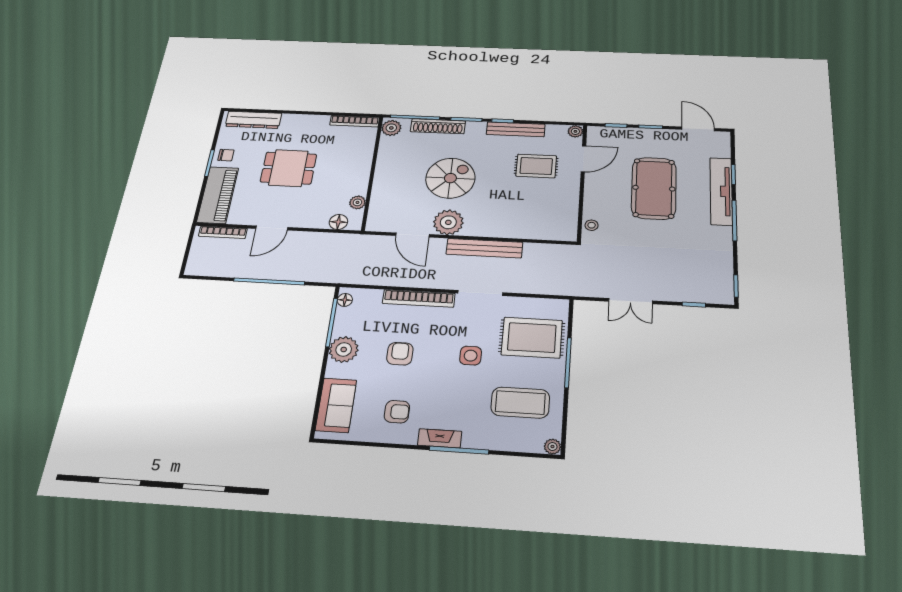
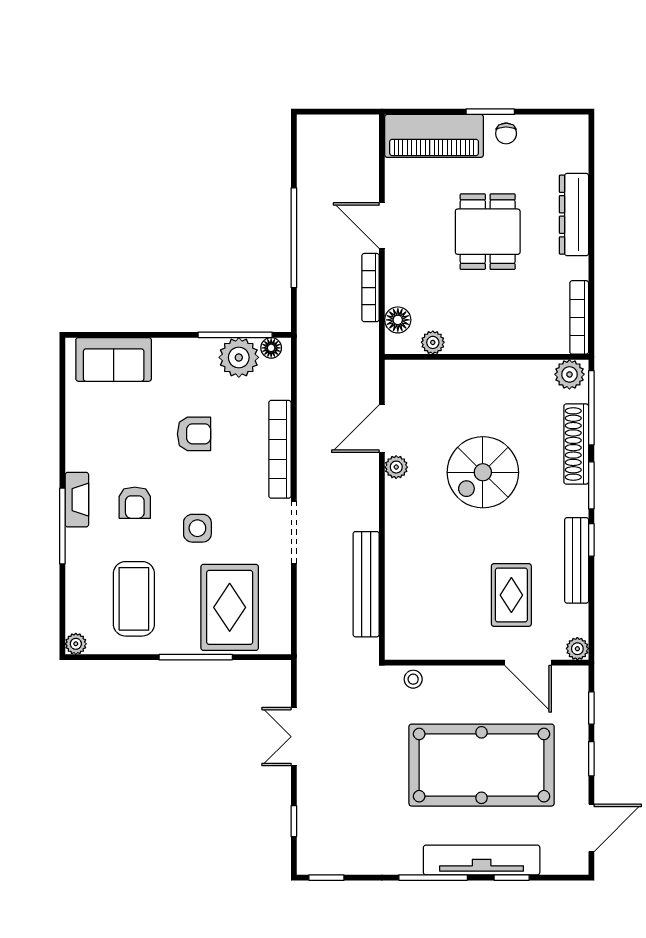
dresser: (253, 120) -> (574, 215), moved
spiral stairs: (450, 178) -> (483, 472), turned 90
pool table: (654, 188) -> (482, 765), width x1.36, depth x1.32
plant: (448, 222) -> (396, 467), width x0.53, depth x0.53
bookcase: (223, 232) -> (371, 288), moved
bench: (484, 248) -> (366, 584), moved
plant: (344, 349) -> (239, 357), moved
armchair: (397, 412) -> (135, 503), moved

